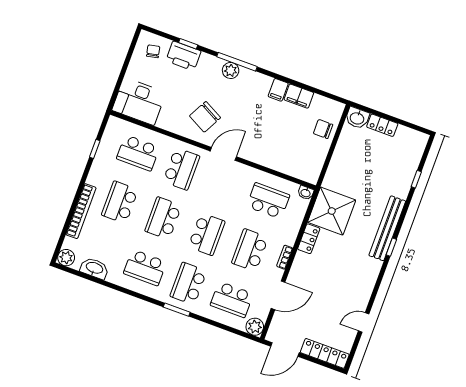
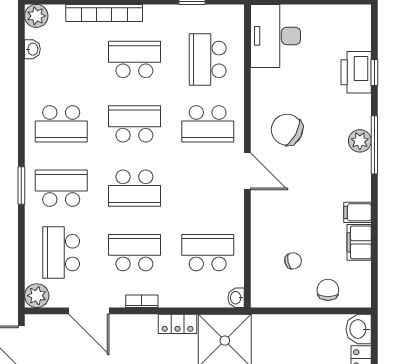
chair: (153, 51) -> (293, 261), moved
school desk: (268, 201) -> (208, 253), turned -90
washbasin: (94, 268) -> (32, 49), width x0.52, depth x0.69
school desk: (145, 268) -> (61, 124), turned -90

